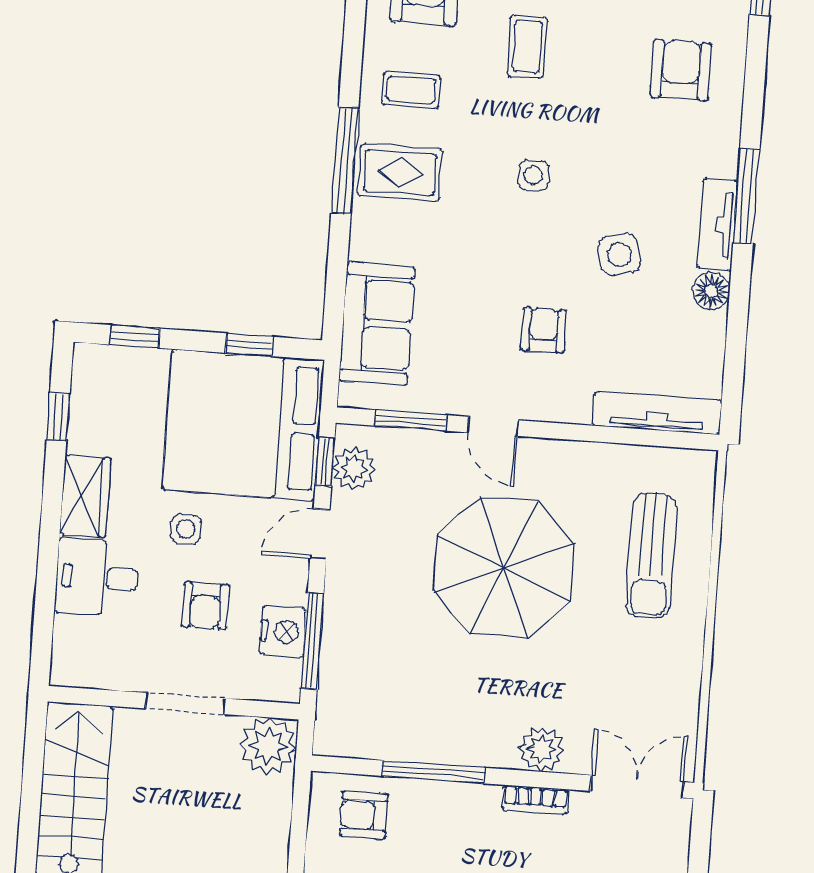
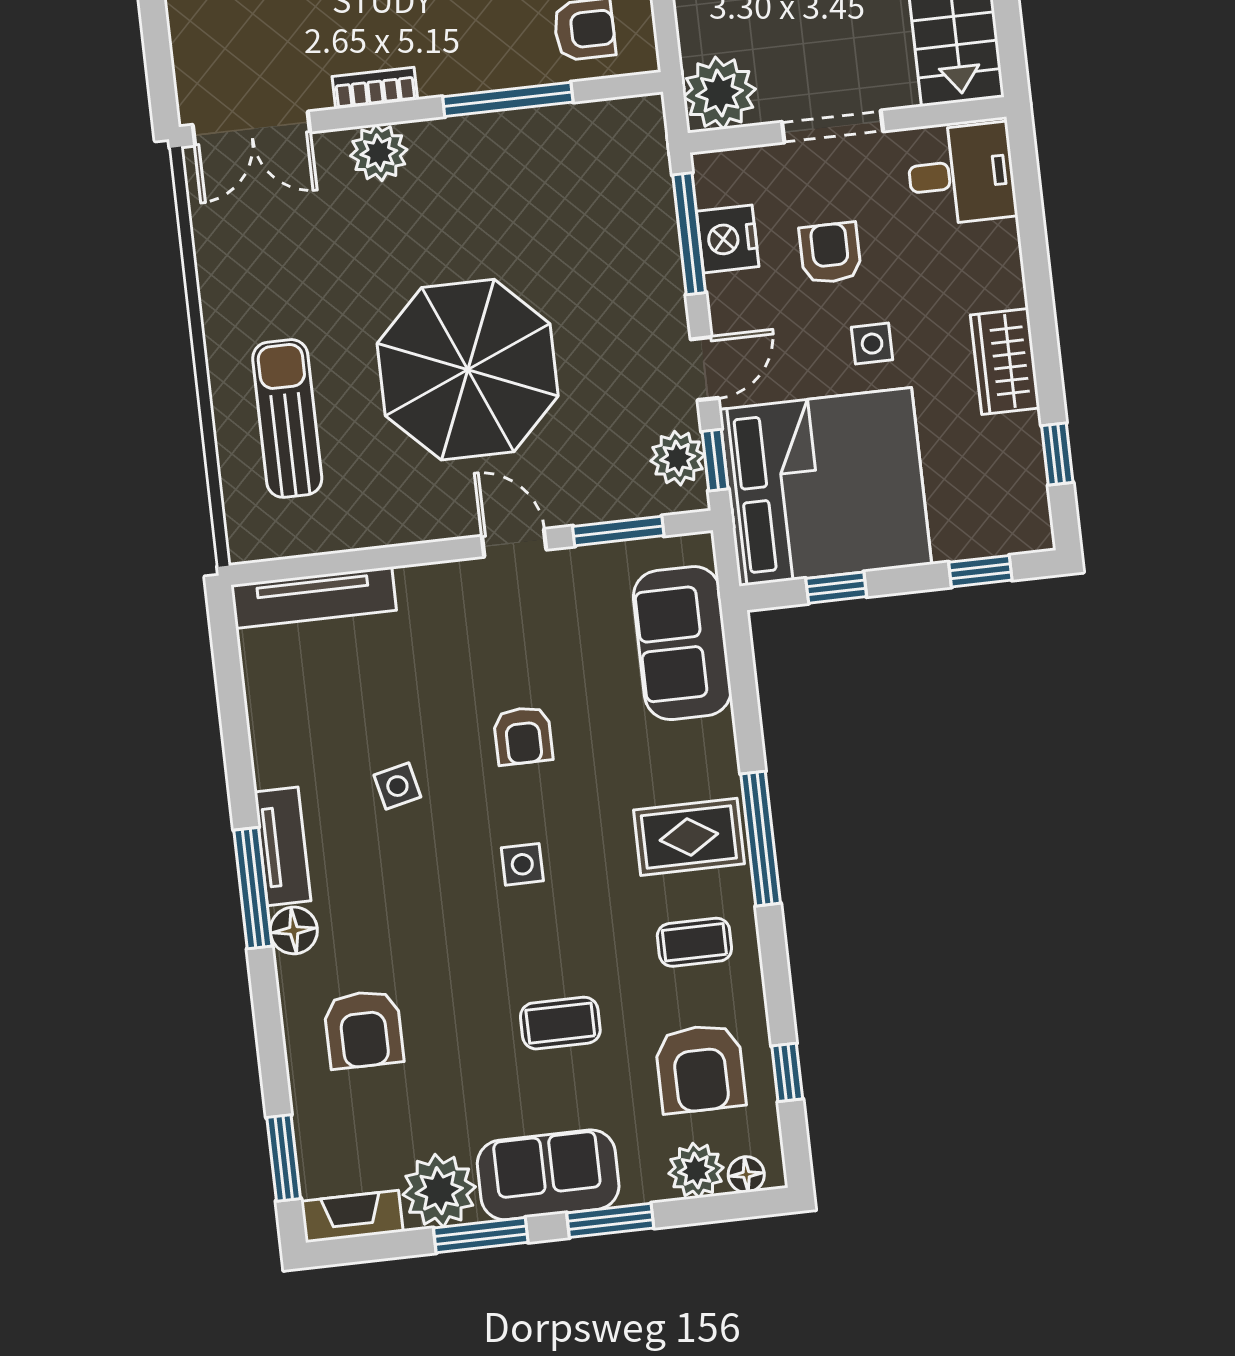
coffee table: (527, 46) -> (560, 1023), turned 90
side table: (619, 254) -> (397, 786), width x0.73, depth x0.73
floor lamp: (711, 291) -> (294, 930), moved
armchair: (544, 330) -> (523, 736), moved
desk: (97, 578) -> (961, 174), moved

